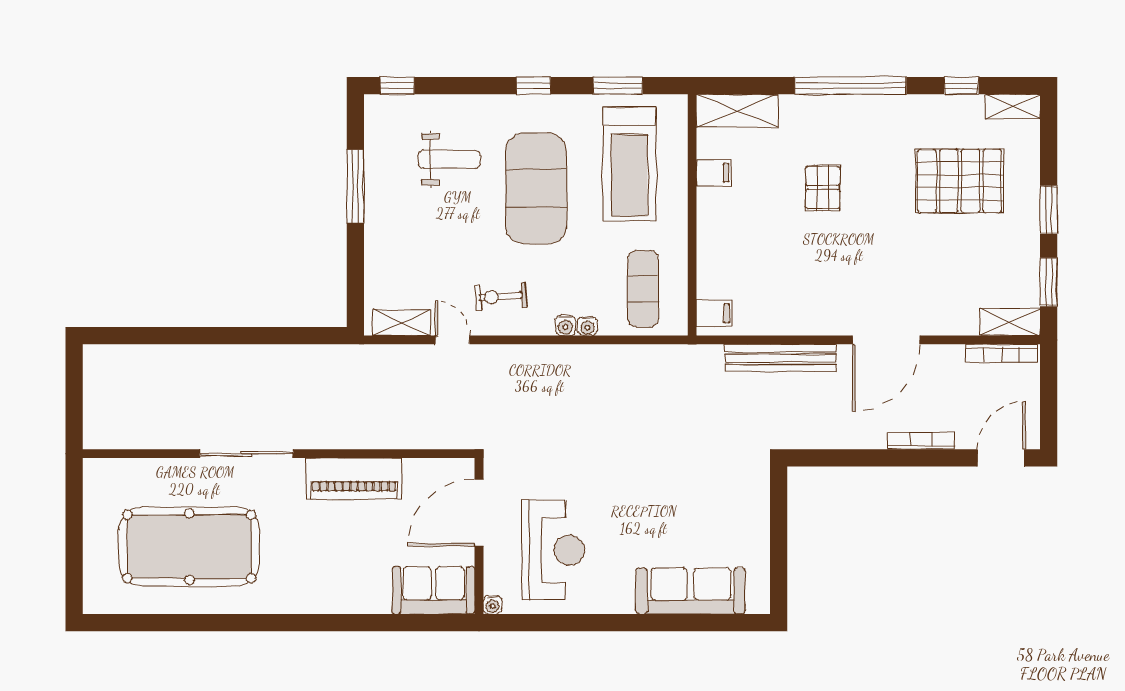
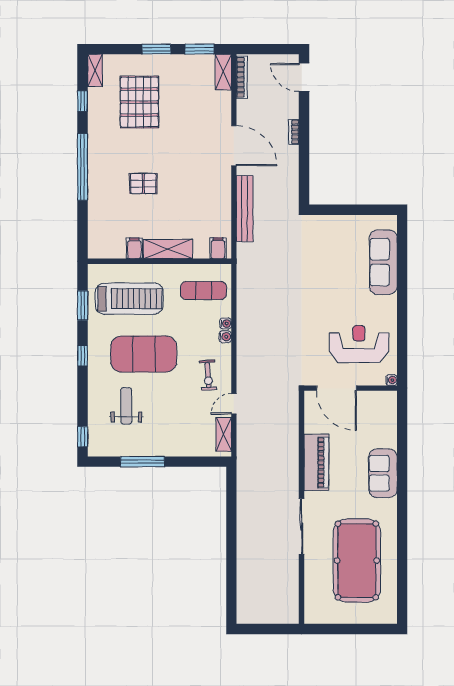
shelving: (737, 111) -> (168, 249), moved, turned 90
bookcase: (921, 441) -> (294, 132), width x0.64
sofa: (434, 590) -> (383, 473), moved

